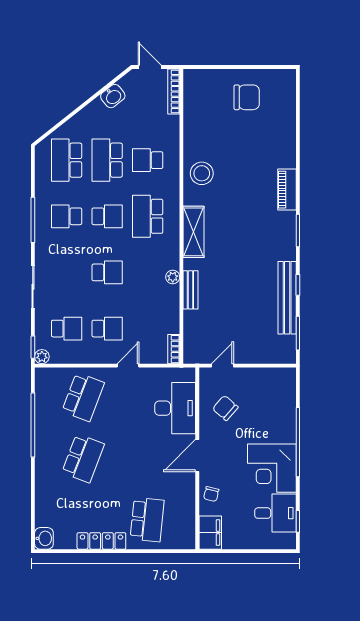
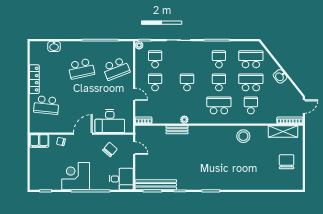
washbasin: (113, 96) -> (280, 76), moved
chair: (247, 97) -> (287, 162), turned 180
piano: (287, 190) -> (234, 185), removed
school desk: (107, 216) -> (219, 82), turned 180
shelving: (193, 232) -> (283, 131), moved
school desk: (107, 272) -> (187, 82), turned 180
bench: (287, 298) -> (156, 185), moved
school desk: (67, 329) -> (155, 59), turned 180
school desk: (107, 329) -> (155, 82), turned 180
school desk: (83, 397) -> (116, 69), turned -42
door: (197, 455) -> (83, 134), hinge flipped
school desk: (83, 458) -> (81, 69), turned -33
desk: (275, 513) -> (121, 179), moved, turned -90
washbasin: (44, 538) -> (54, 46), moved

